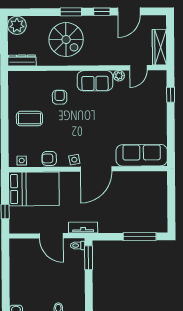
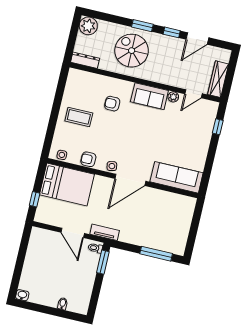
spiral stairs: (66, 40) -> (132, 51), turned 180
armchair: (60, 97) -> (112, 104), turned -90

